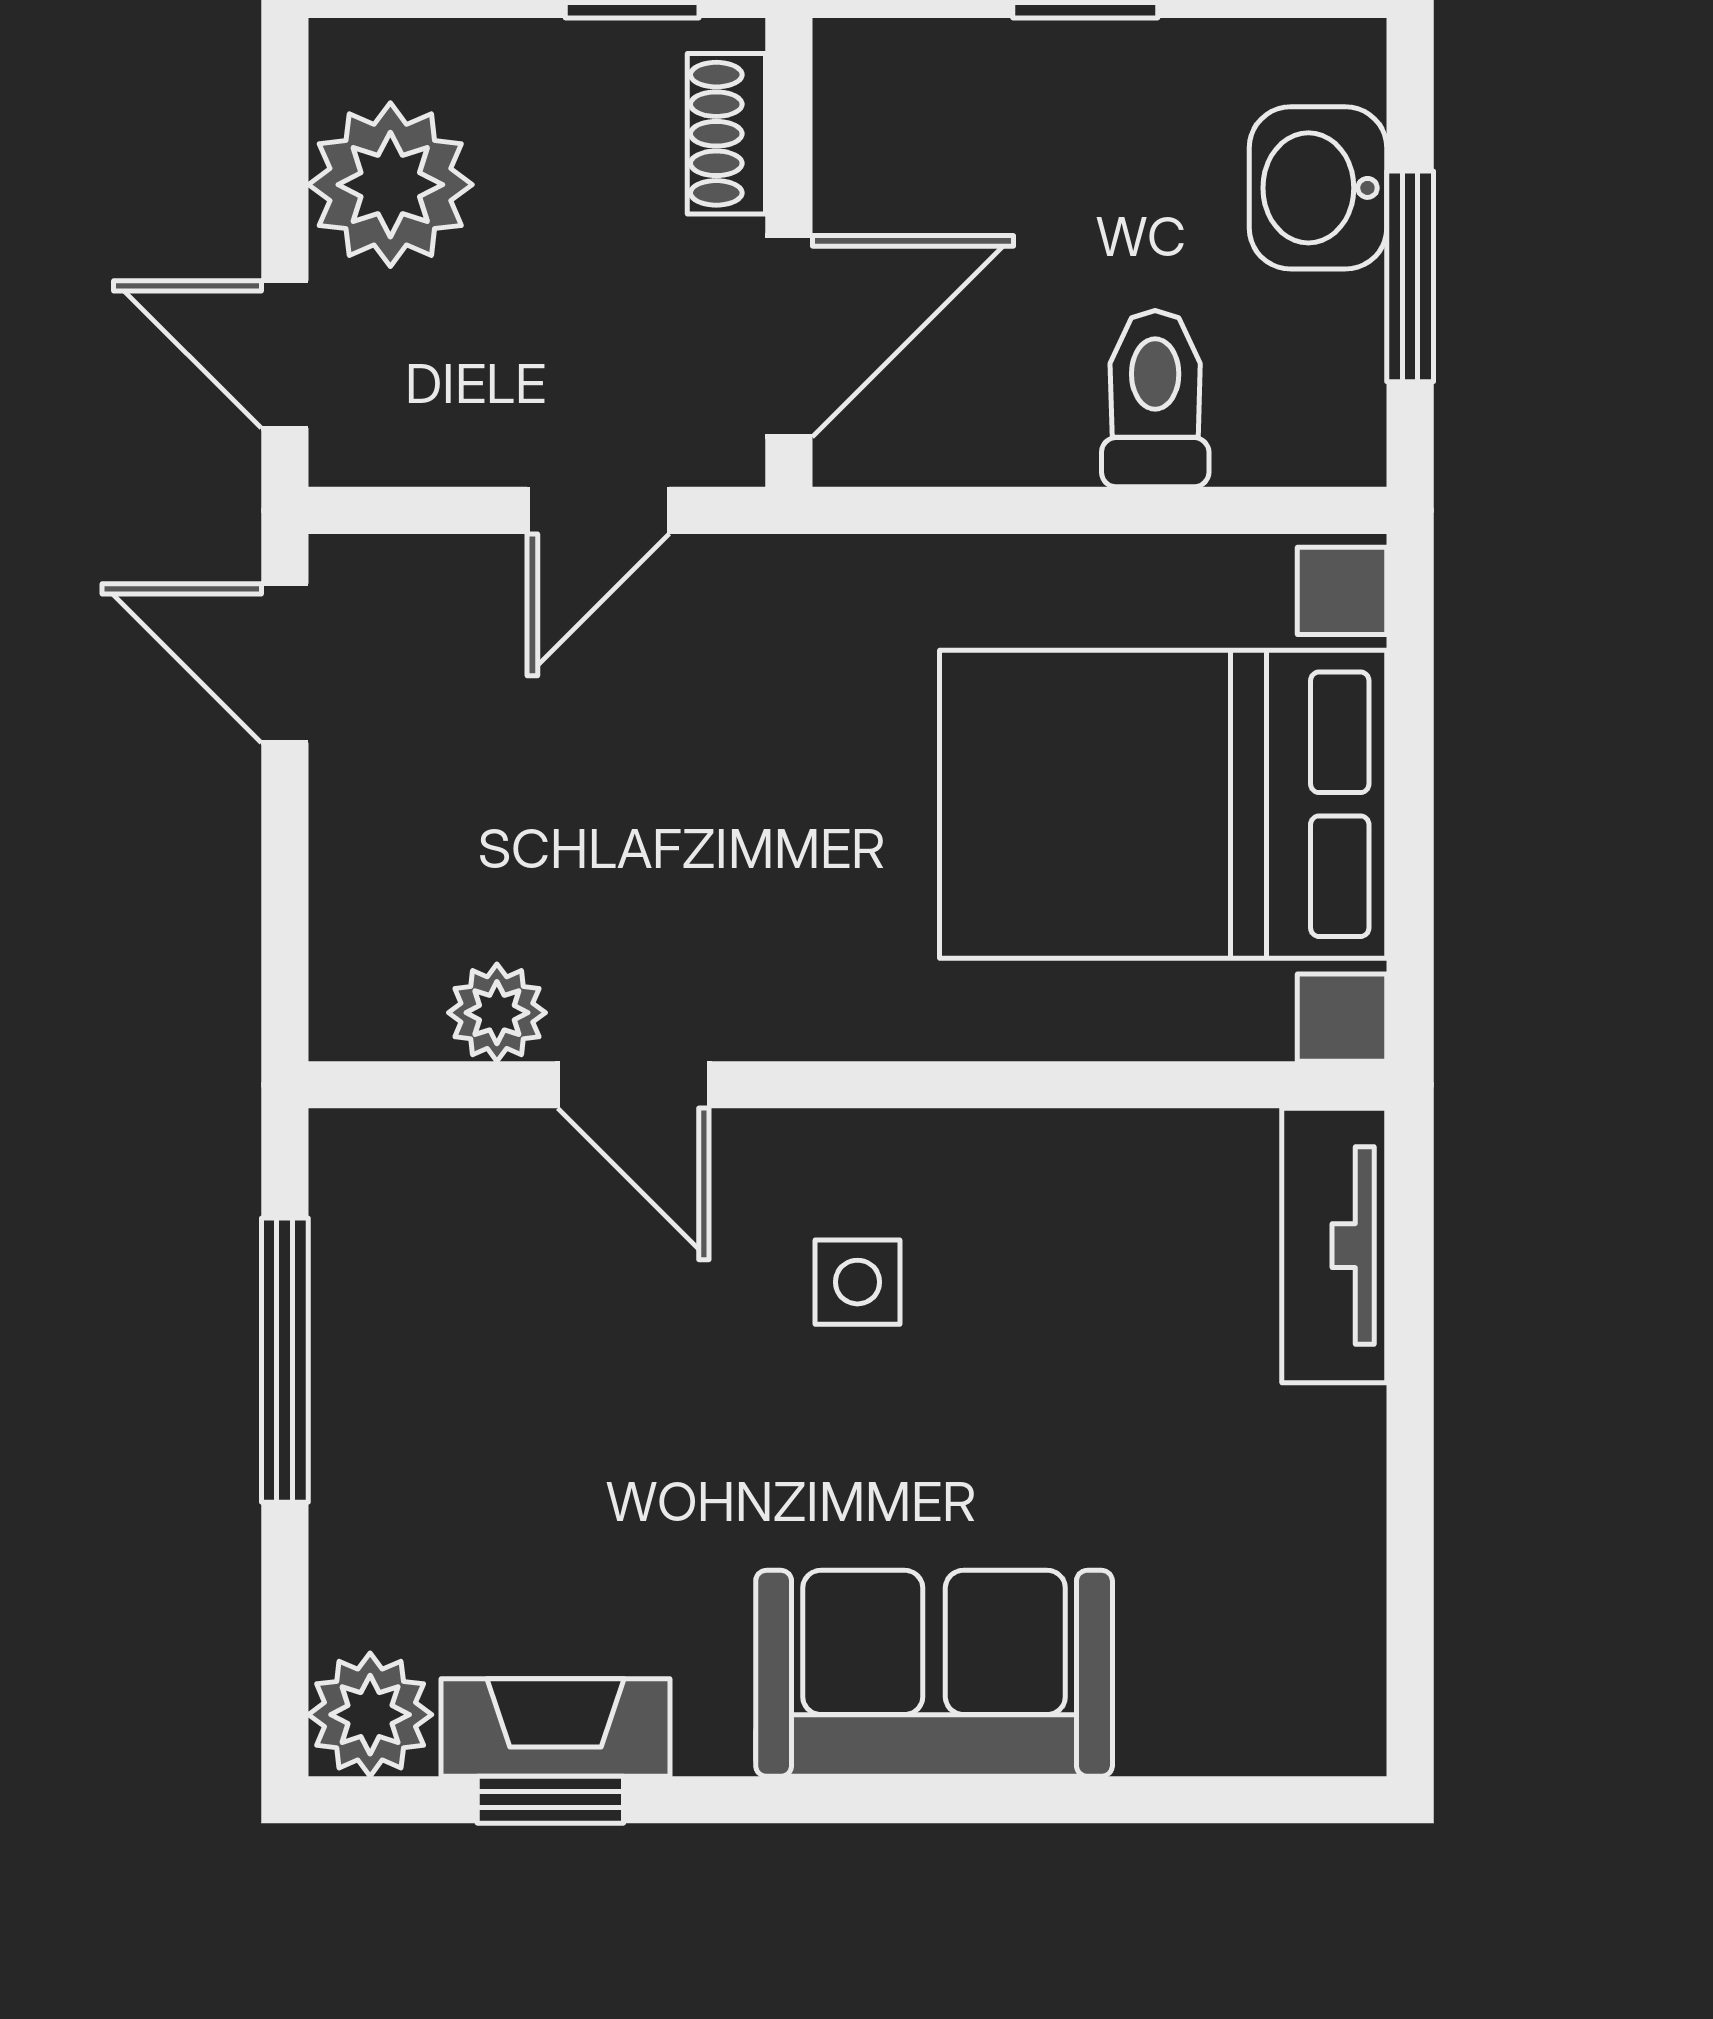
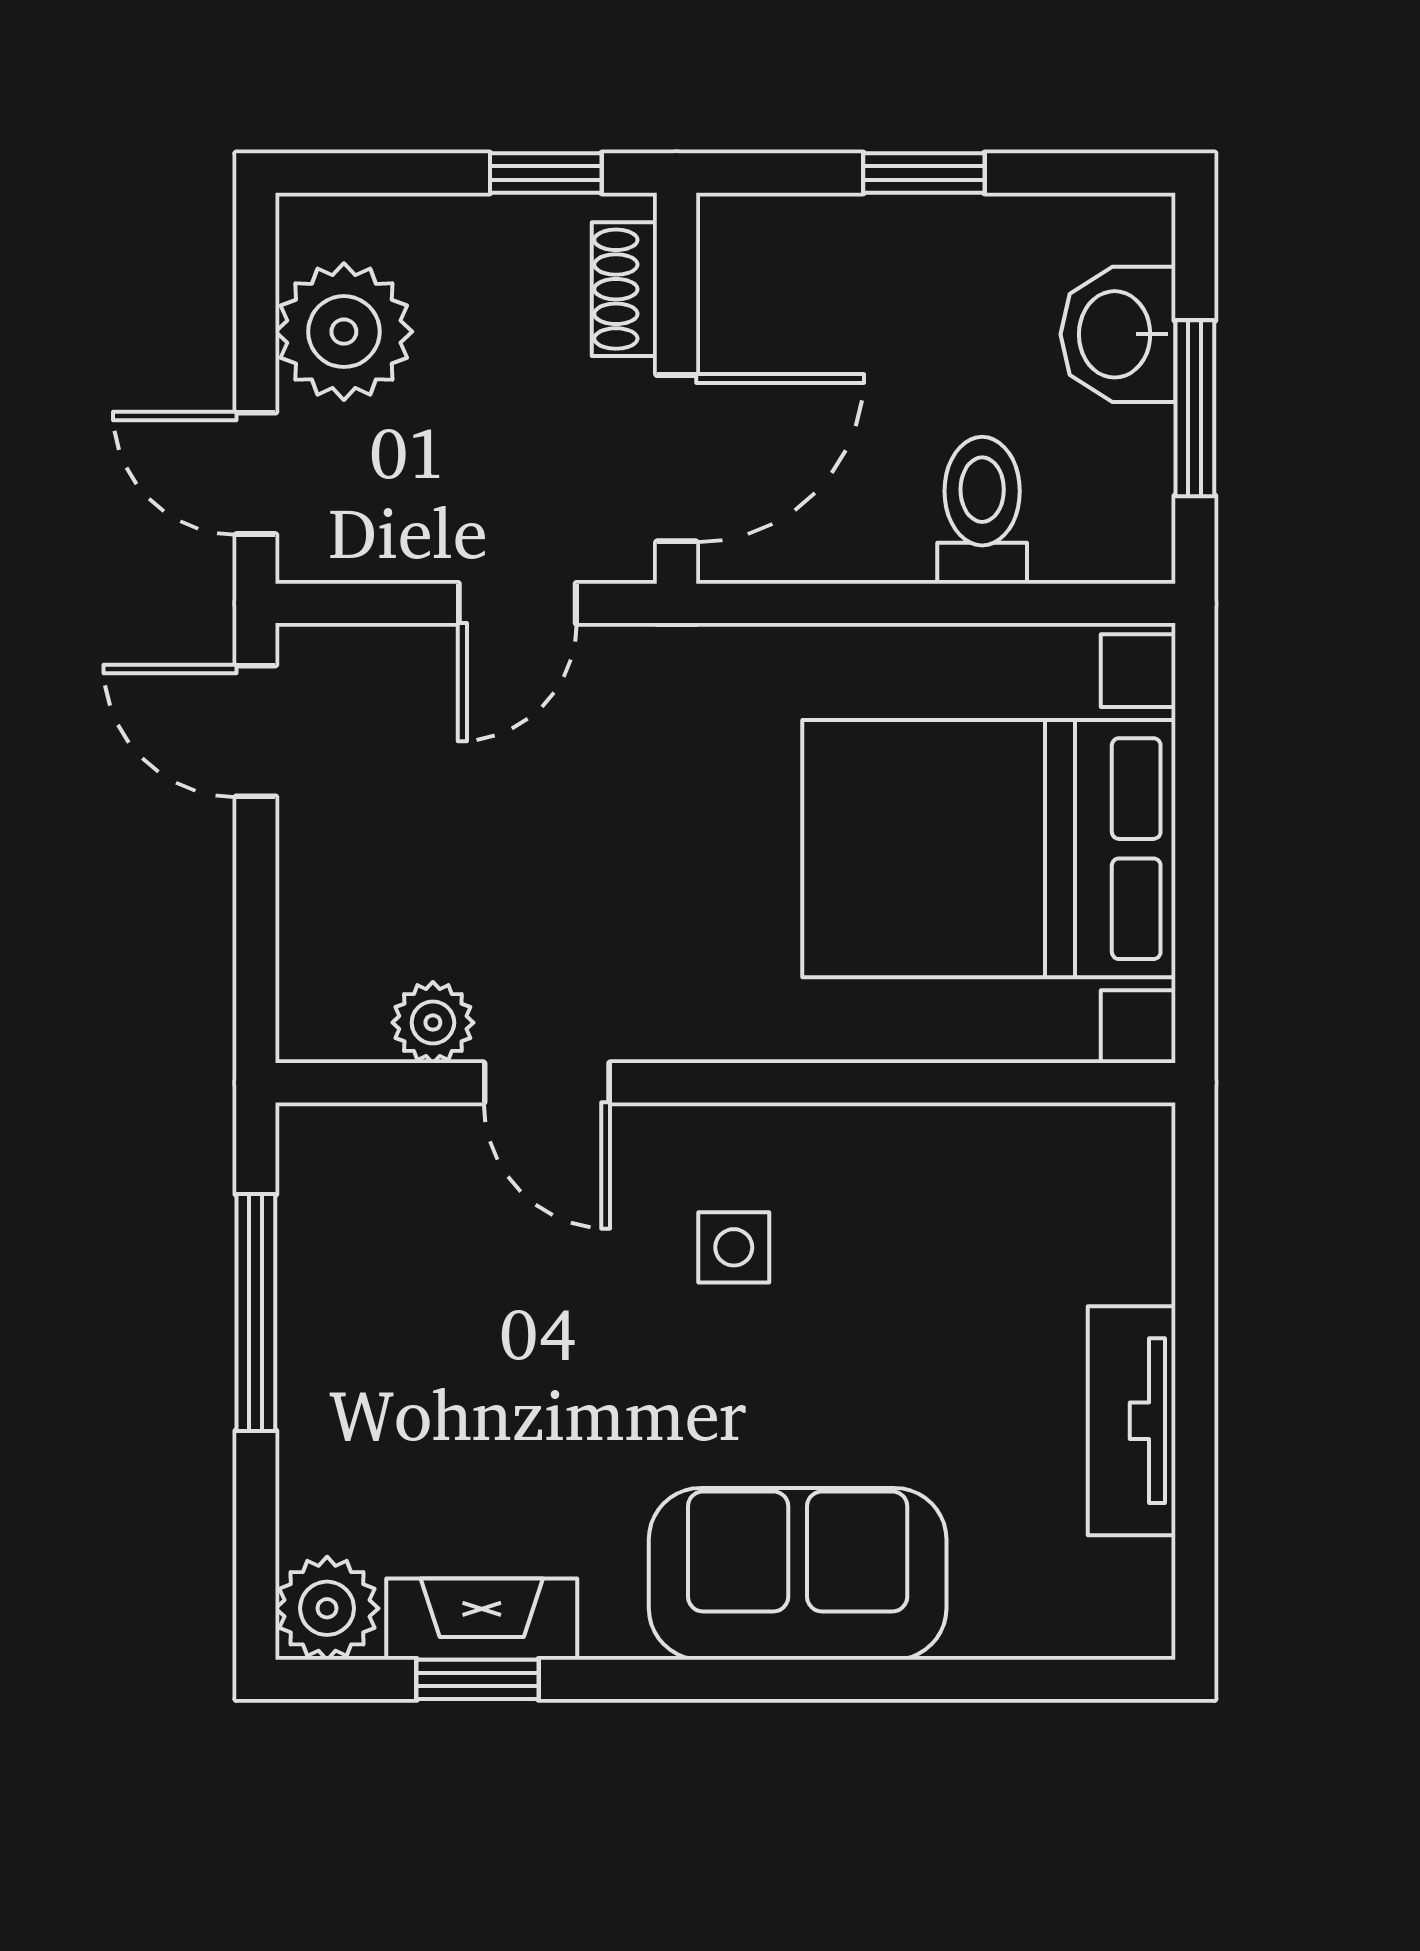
tv unit: (1334, 1246) -> (1132, 1421), moved

